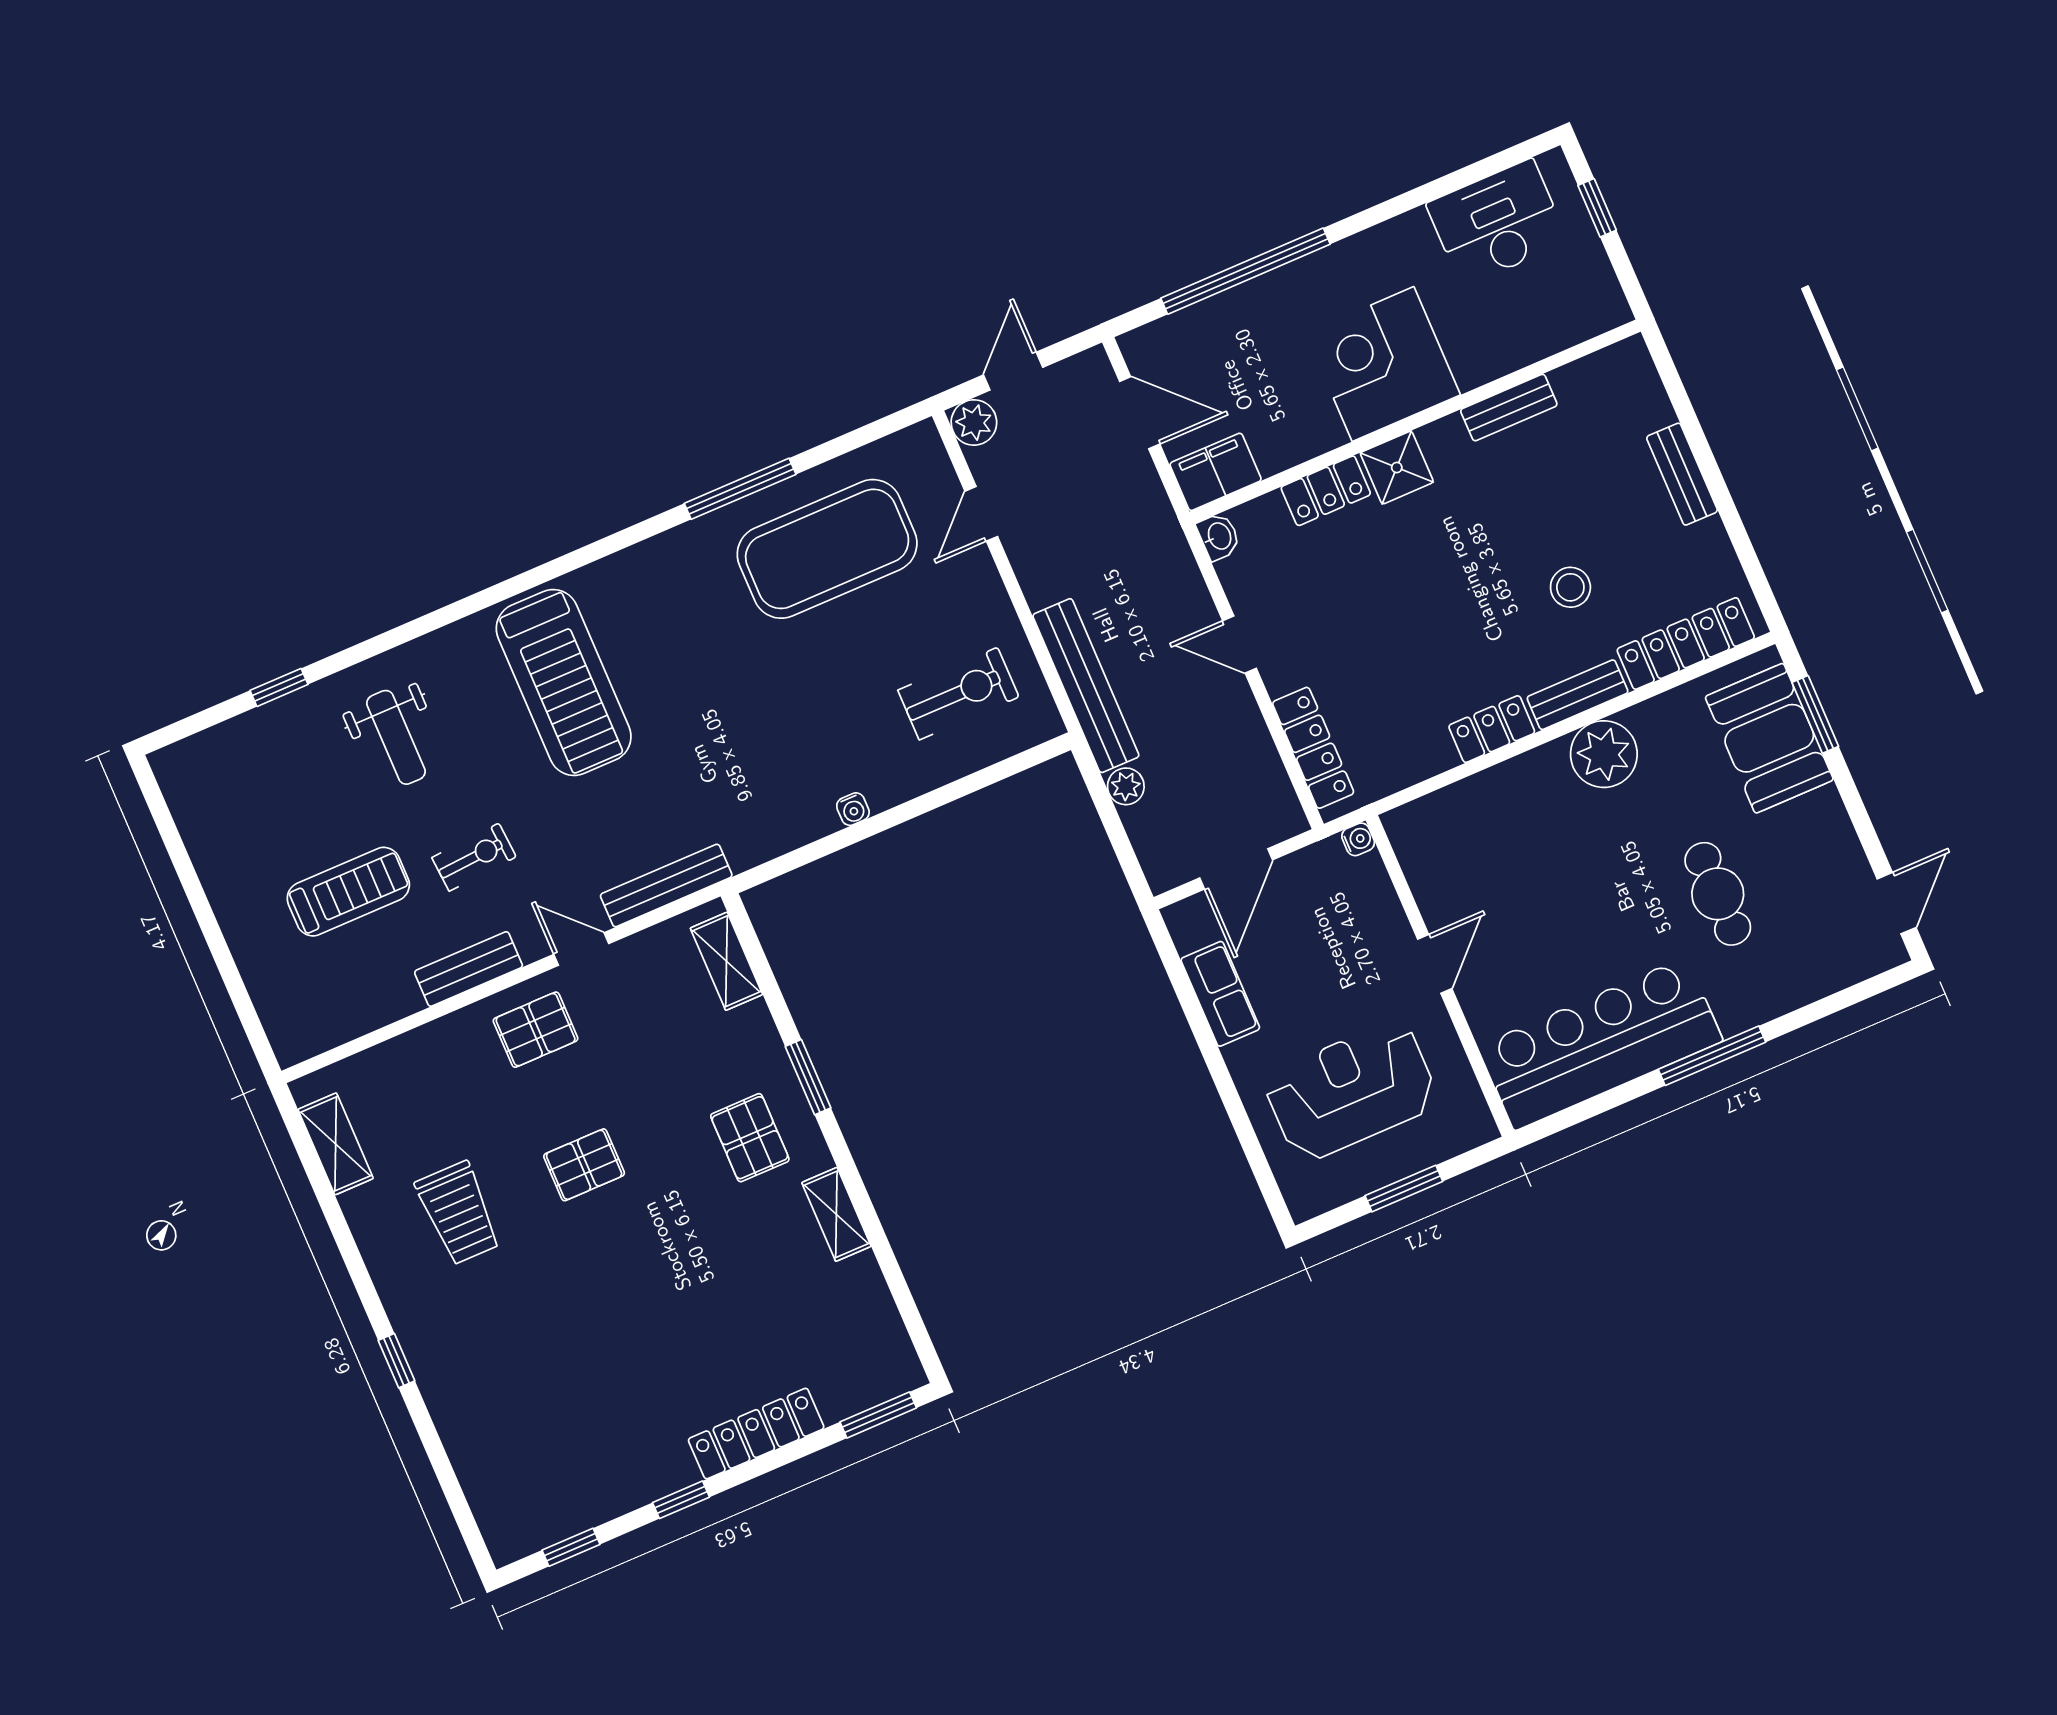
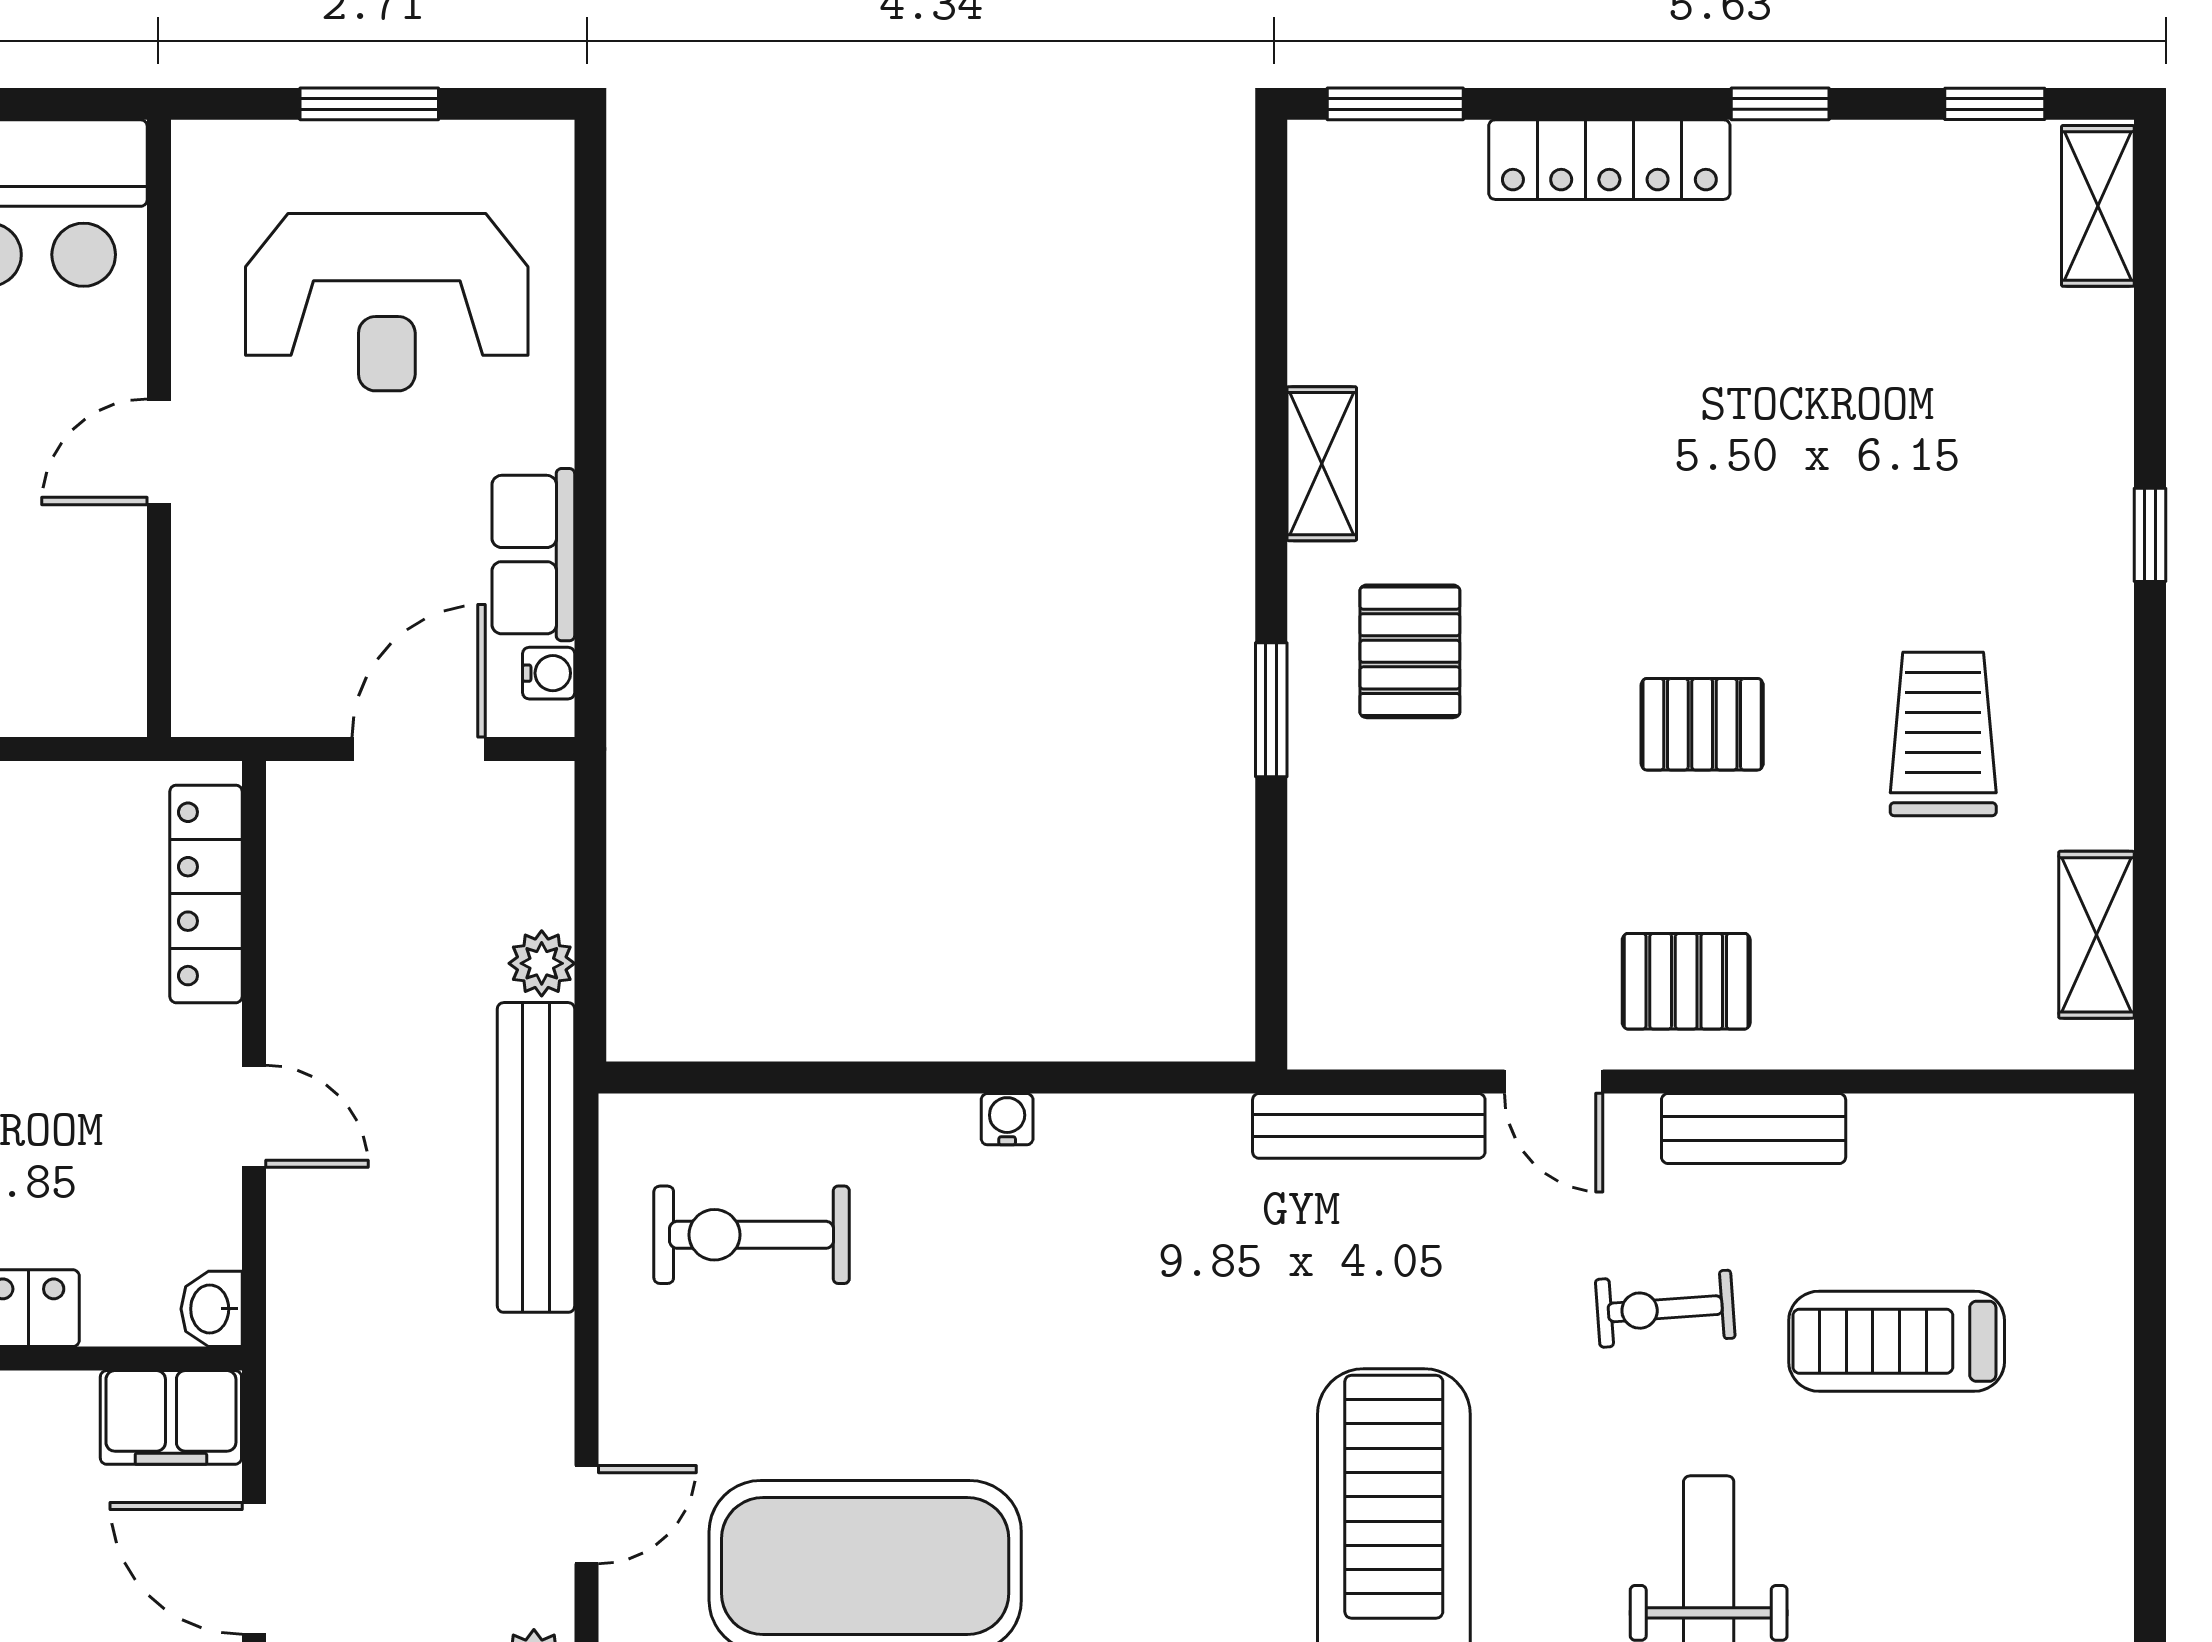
water cooler: (1358, 839) -> (549, 673), moved, turned 180
shelving: (726, 961) -> (2098, 206), moved

